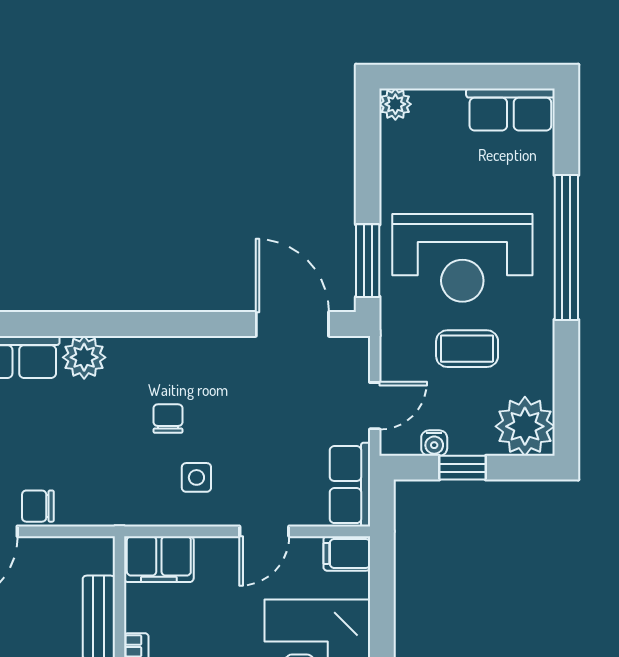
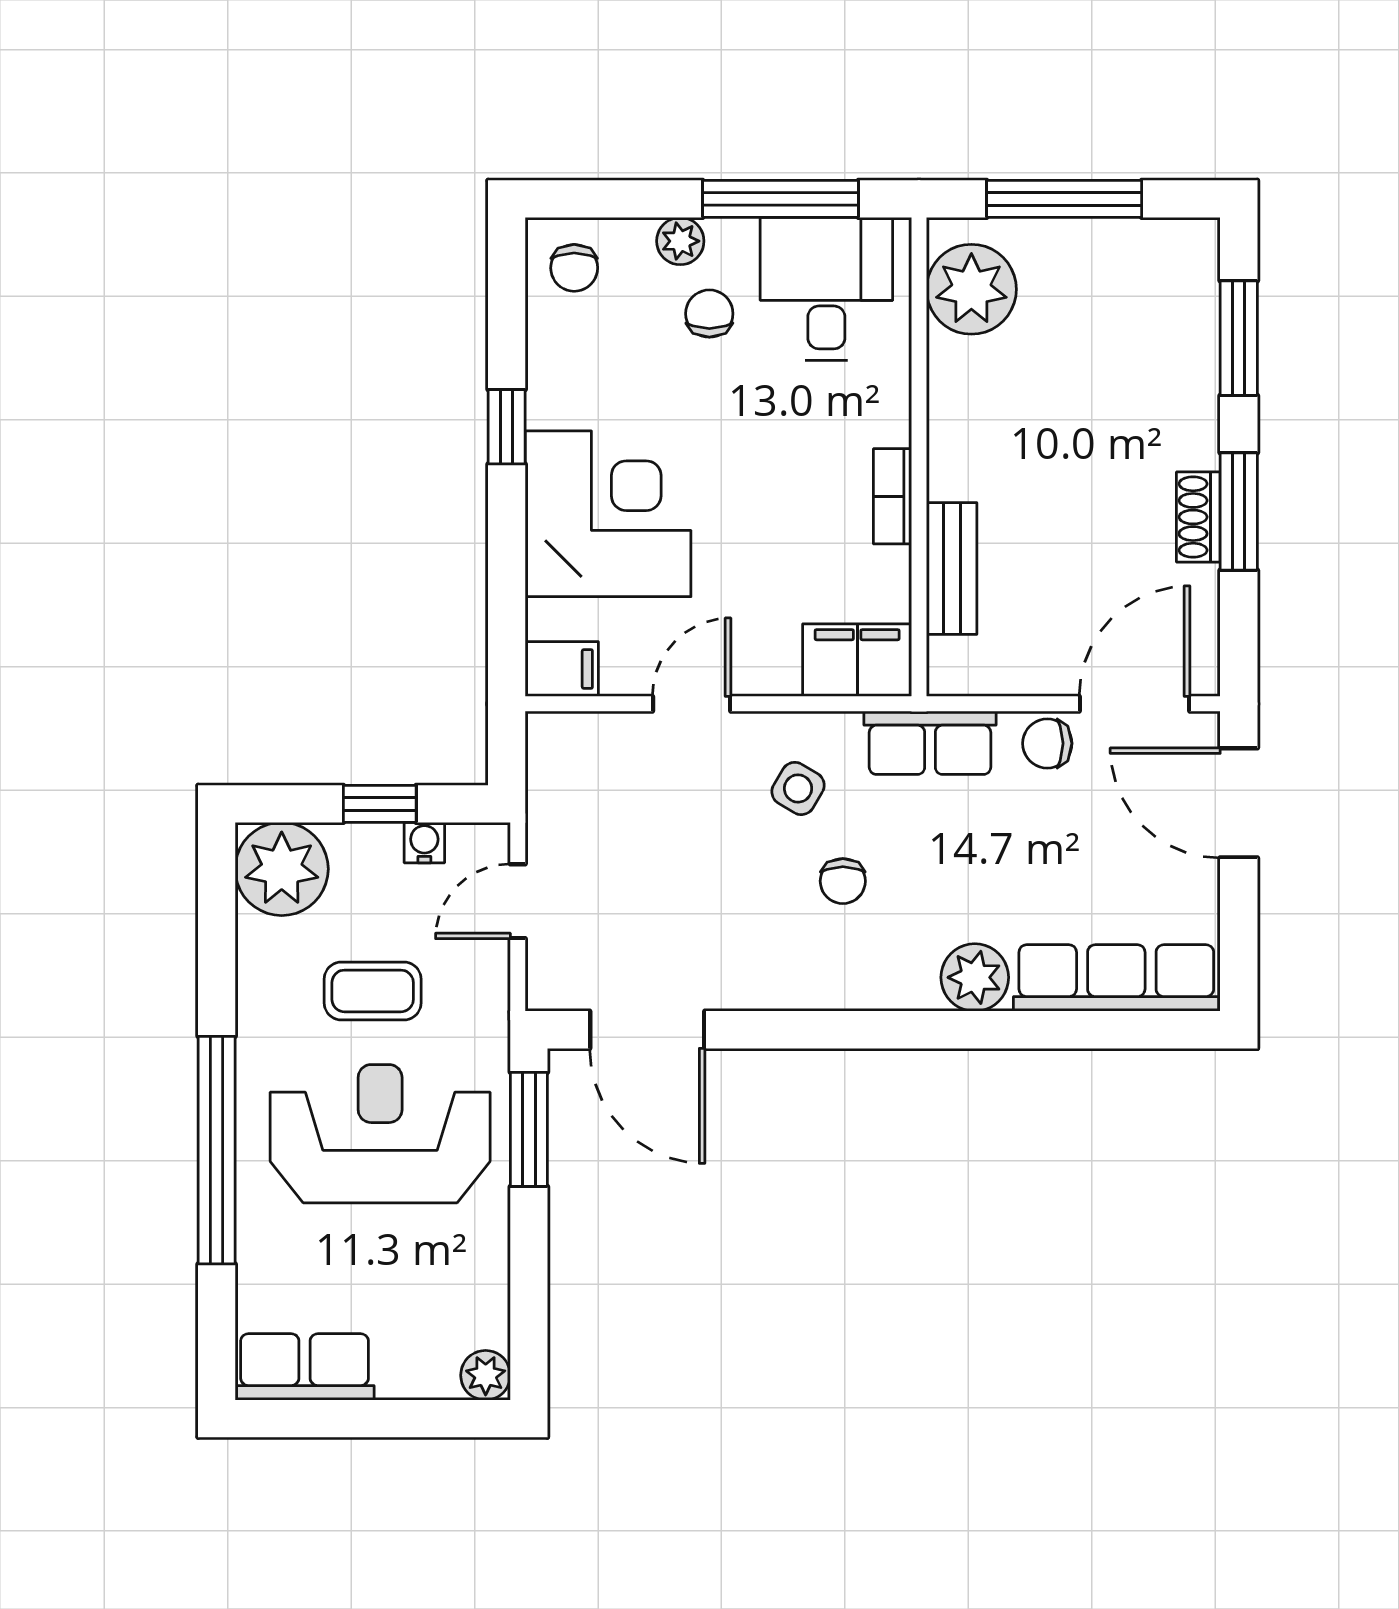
side table: (196, 477) -> (798, 788), turned 31
row of seats: (350, 485) -> (930, 743), moved, turned 90
chair: (38, 506) -> (1047, 743), turned 180

